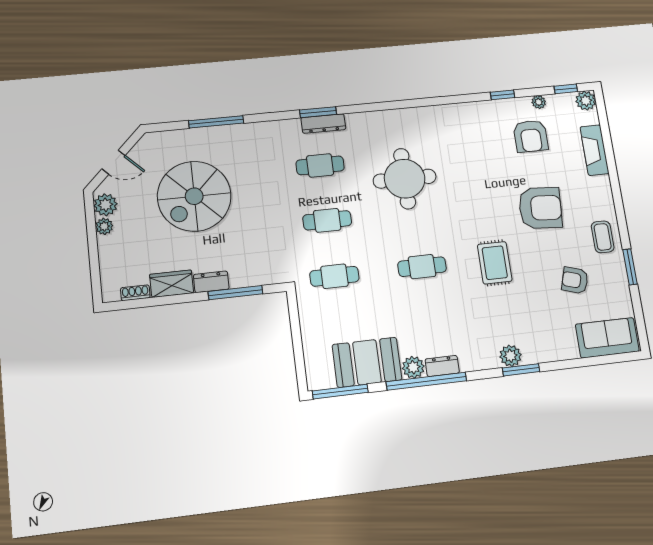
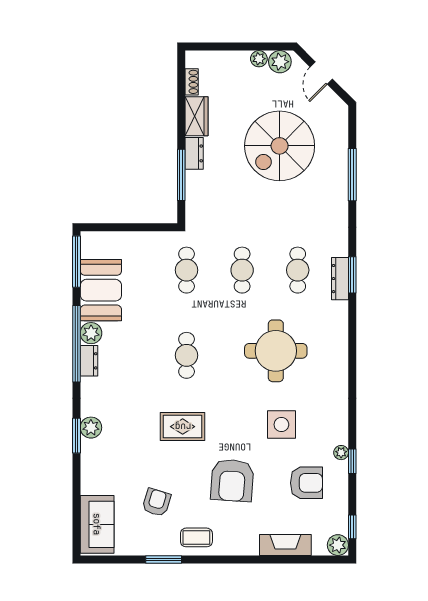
plant: (539, 102) -> (341, 453), moved
armchair: (531, 136) -> (306, 483), turned 180
side table: (477, 166) -> (281, 425), added
spiral stairs: (194, 196) -> (280, 146), turned -90

